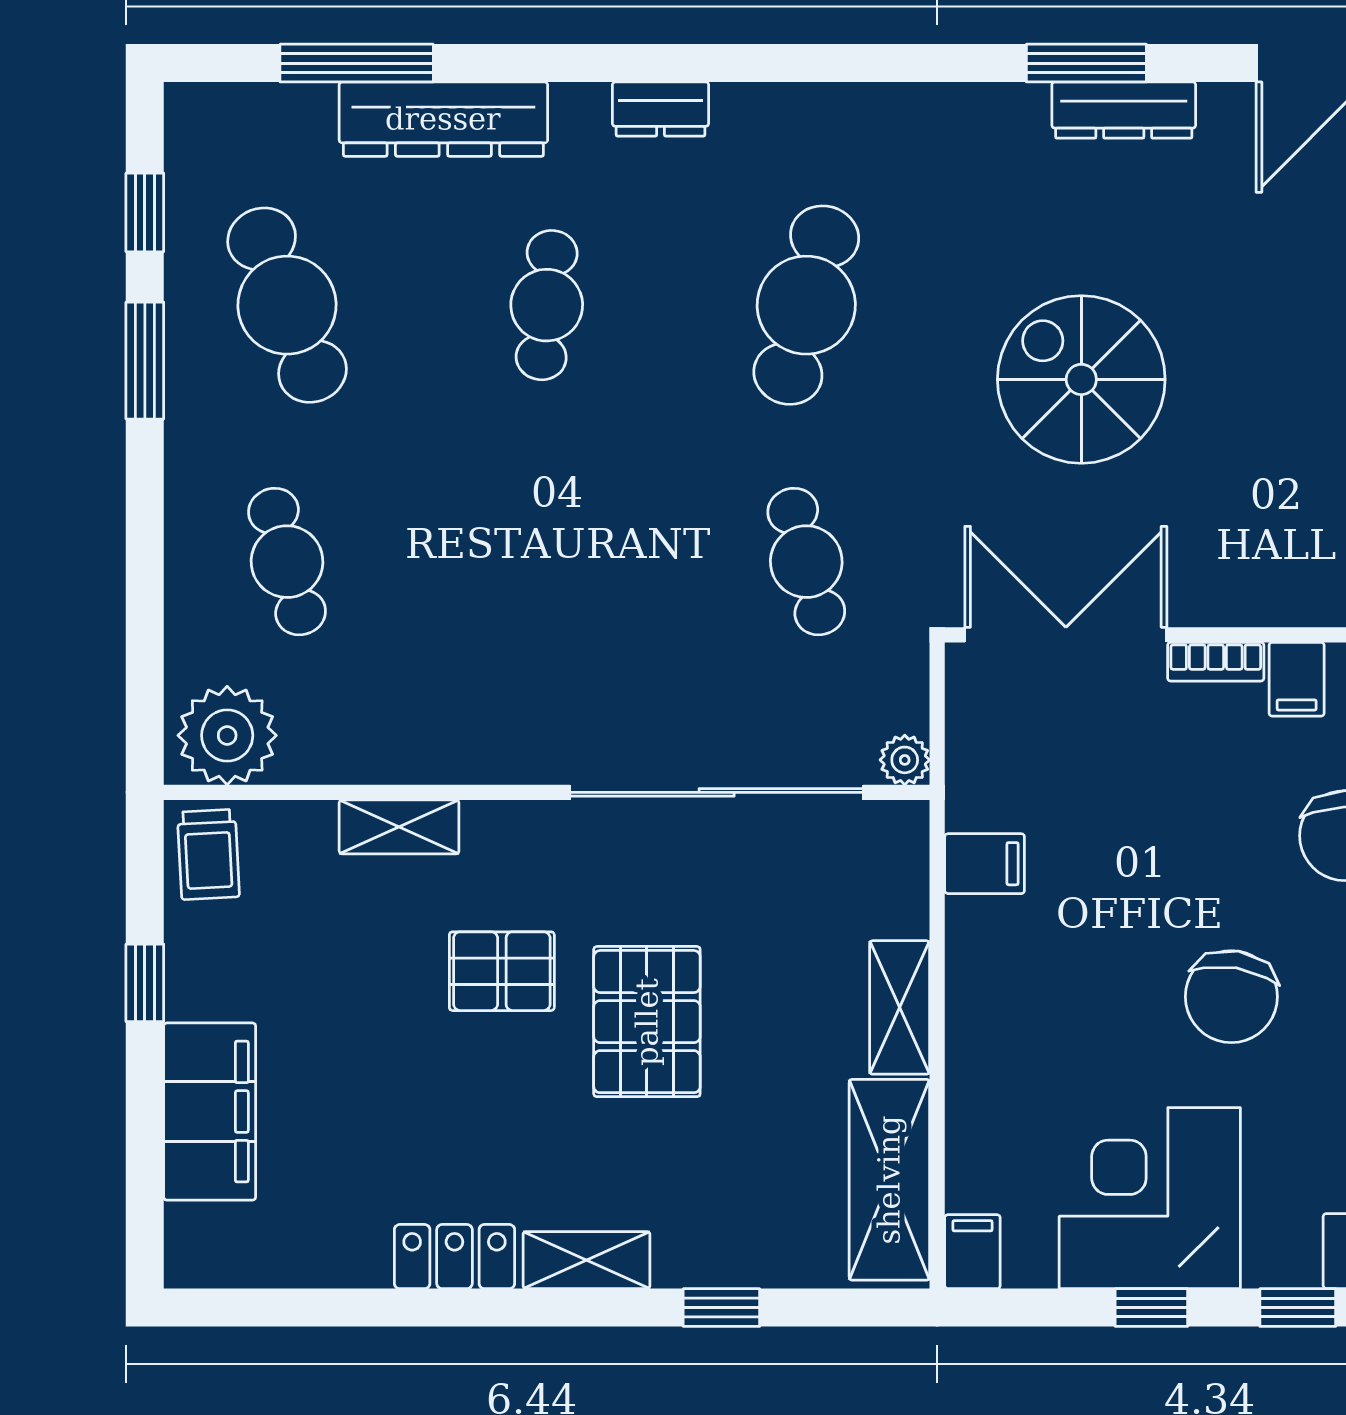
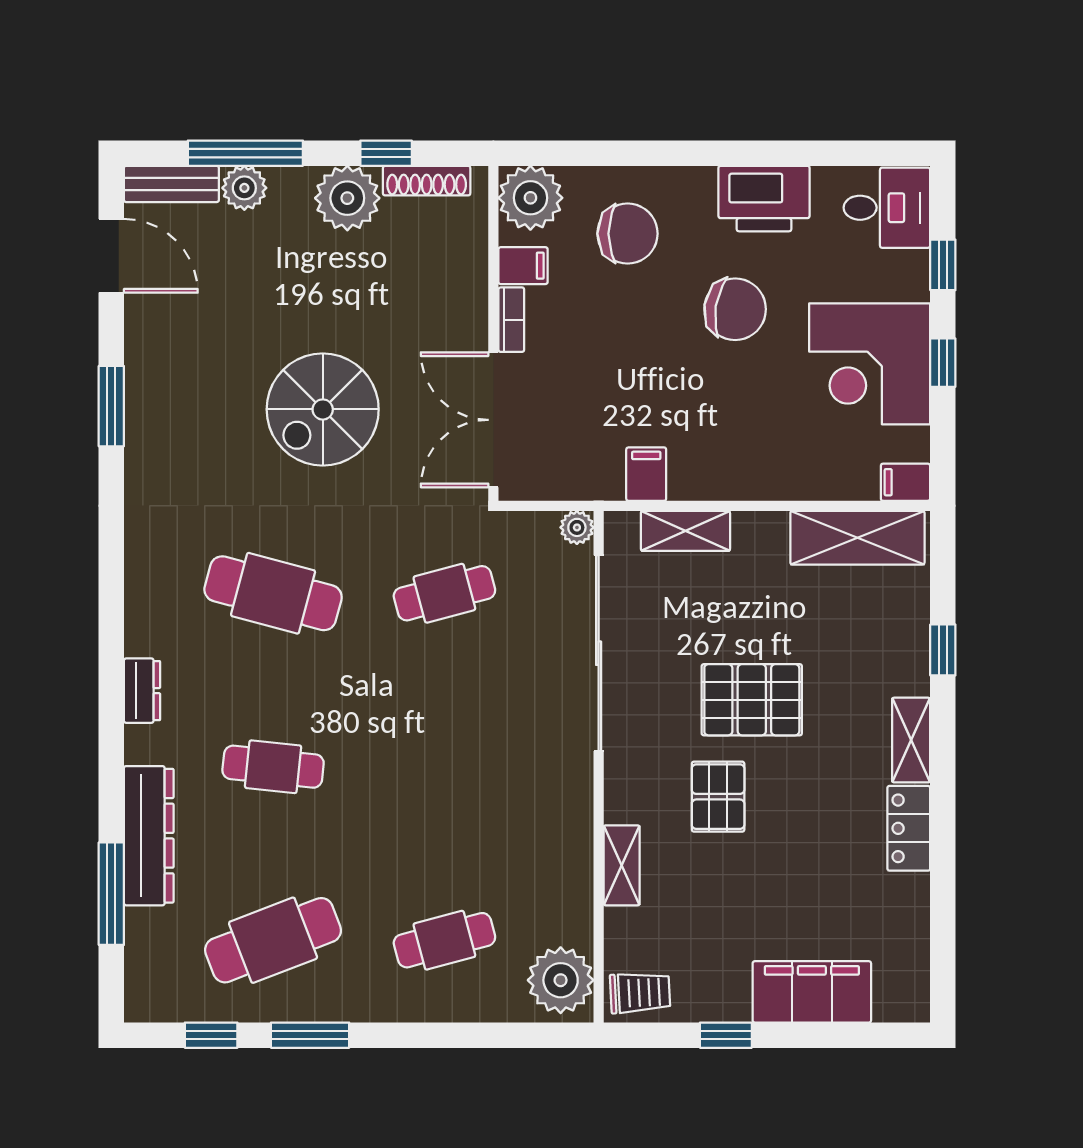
dresser: (1124, 110) -> (143, 381), removed
shelving: (900, 1007) -> (685, 531), moved

